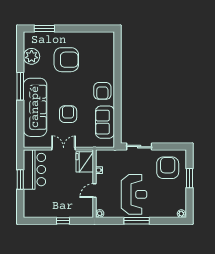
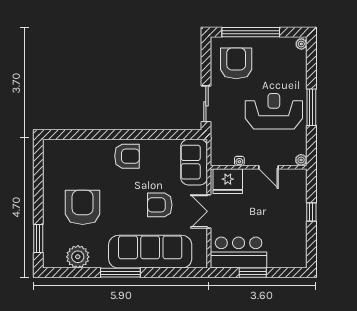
sofa: (105, 122) -> (194, 162), moved, turned 90
armchair: (168, 168) -> (236, 63), turned 90
window: (190, 178) -> (251, 32), width x2.11

